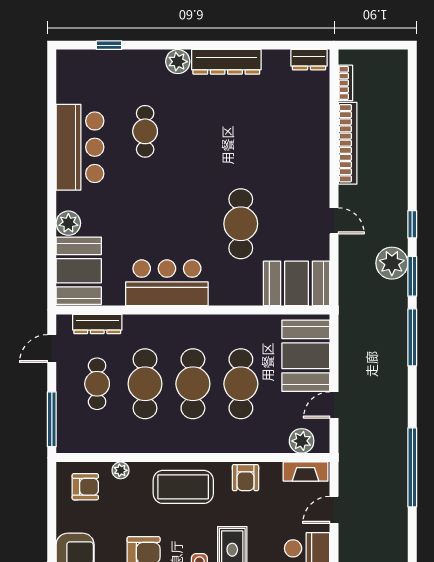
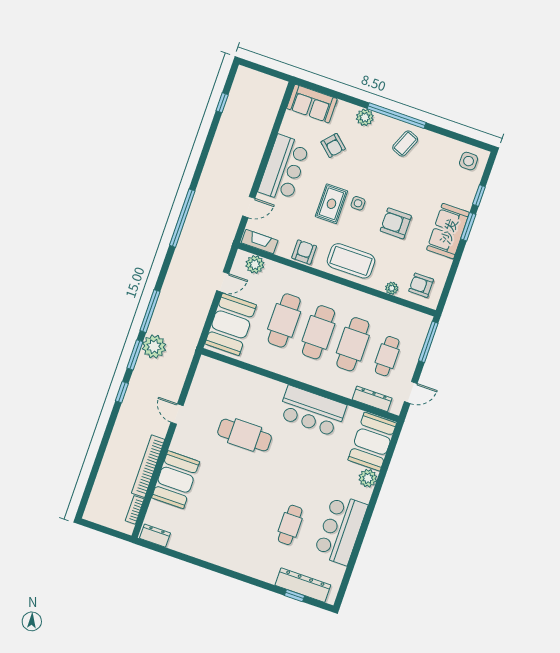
plant: (178, 62) -> (249, 567), removed
dresser: (226, 62) -> (303, 585), moved
cafe table: (241, 224) -> (245, 435), turned 90
plant: (392, 263) -> (154, 347), moved
booth: (297, 283) -> (176, 480), moved, turned 90

